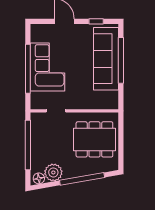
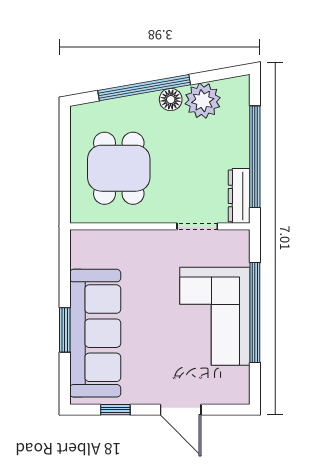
window: (121, 60) -> (65, 330), width x0.47
dresser: (36, 126) -> (239, 196), added
dining table: (94, 139) -> (119, 168), width x0.73
floor lamp: (39, 178) -> (171, 100), moved

